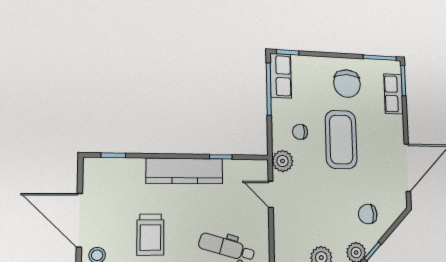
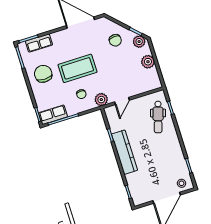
chair: (347, 84) -> (43, 74), turned -90
trolley: (150, 235) -> (163, 160), removed

